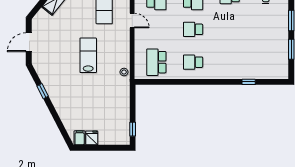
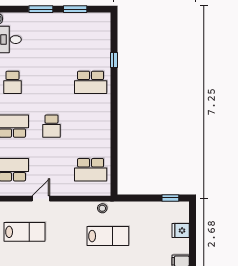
lab bench: (88, 55) -> (108, 236), moved, turned 180
school desk: (193, 62) -> (91, 82), moved, width x1.85
fridge: (92, 138) -> (181, 230), moved

